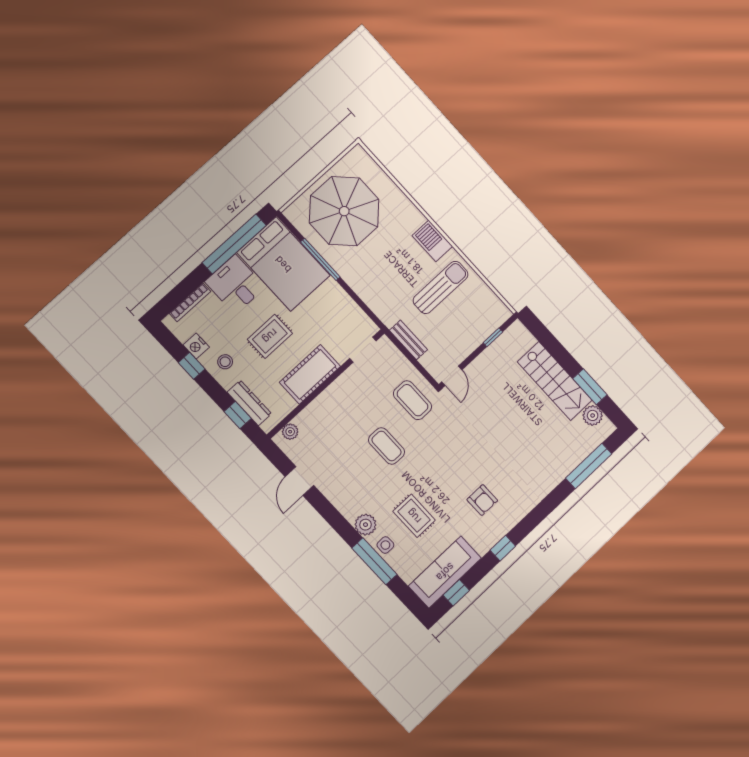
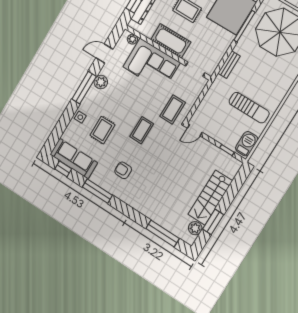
barbecue: (432, 241) -> (247, 144), moved
bench: (408, 340) -> (229, 65), moved
corner sofa: (337, 413) -> (151, 65), added
coffee table: (387, 446) -> (142, 130), moved
armchair: (482, 500) -> (123, 170), turned 90
plant: (366, 525) -> (101, 82), moved
window: (503, 548) -> (97, 191), width x2.17
window: (374, 561) -> (84, 88), moved

